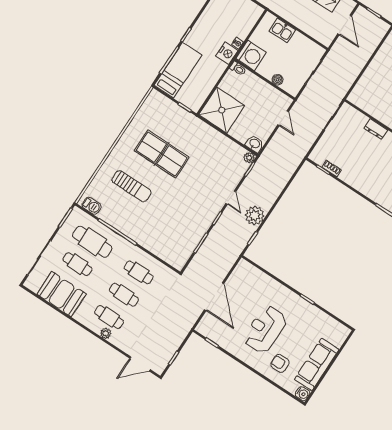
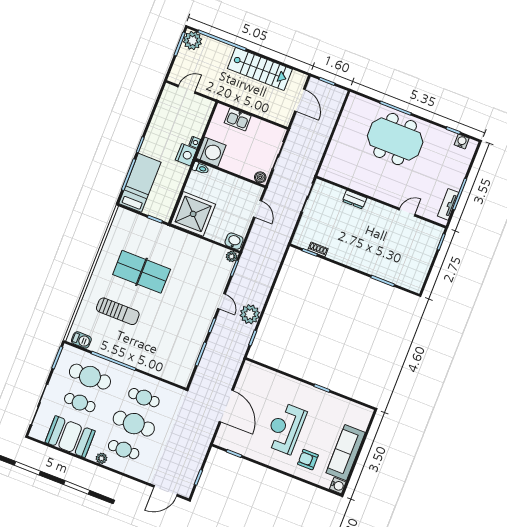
boiler: (277, 80) -> (260, 177), moved
cafe table: (124, 295) -> (134, 424), width x1.37, depth x1.35
plant: (106, 333) -> (101, 458), moved

